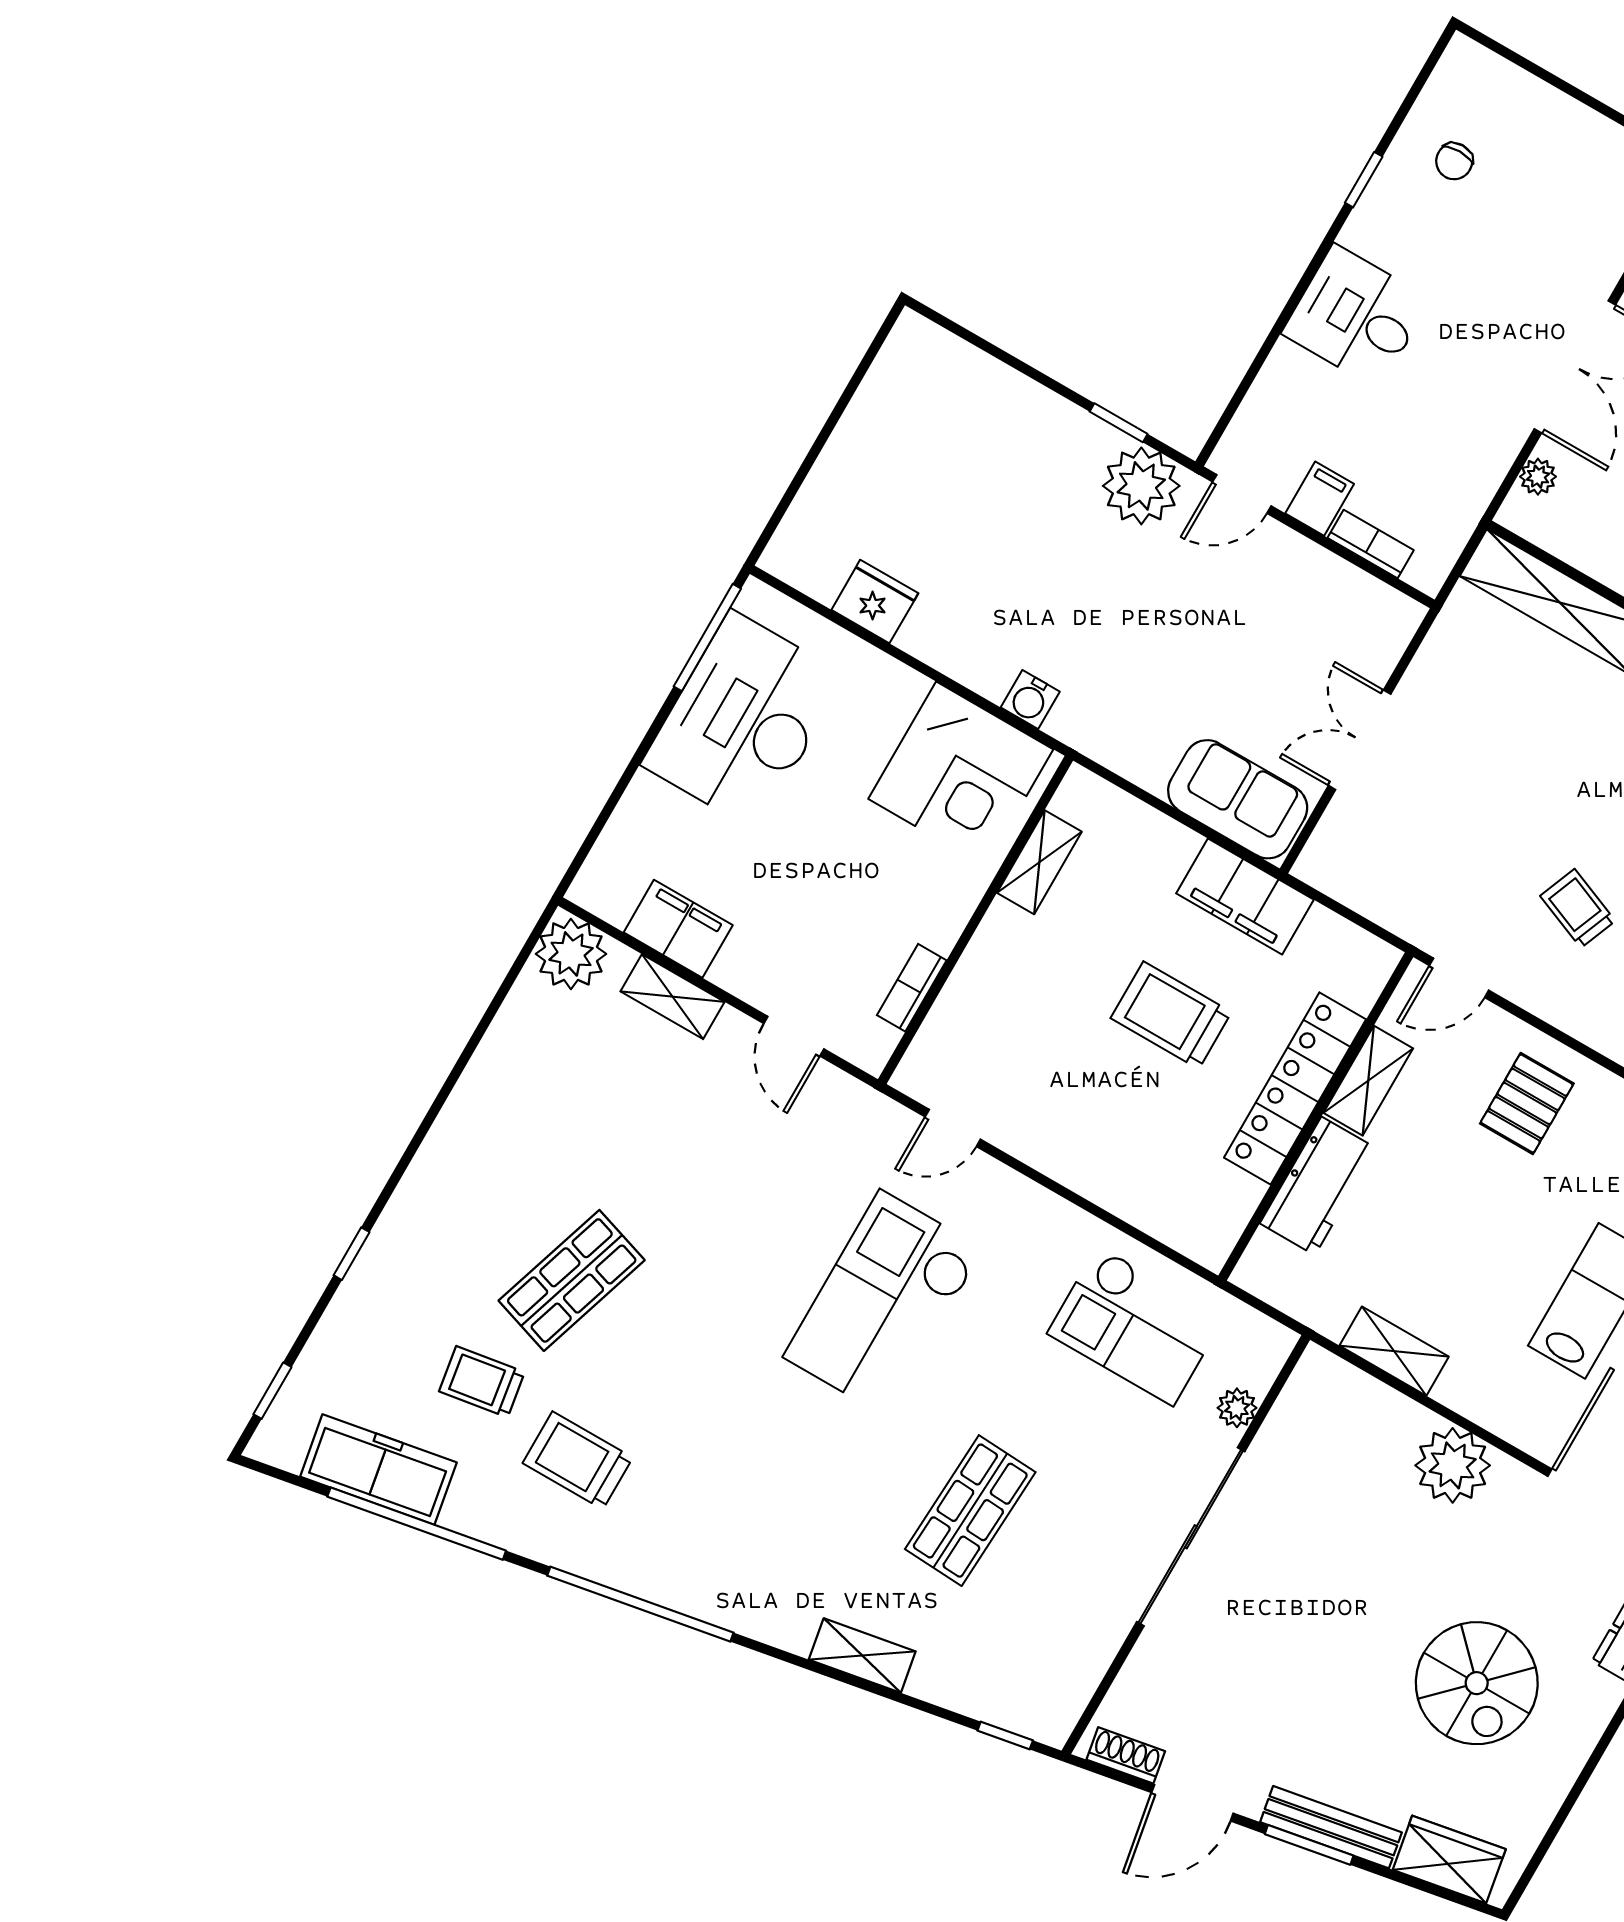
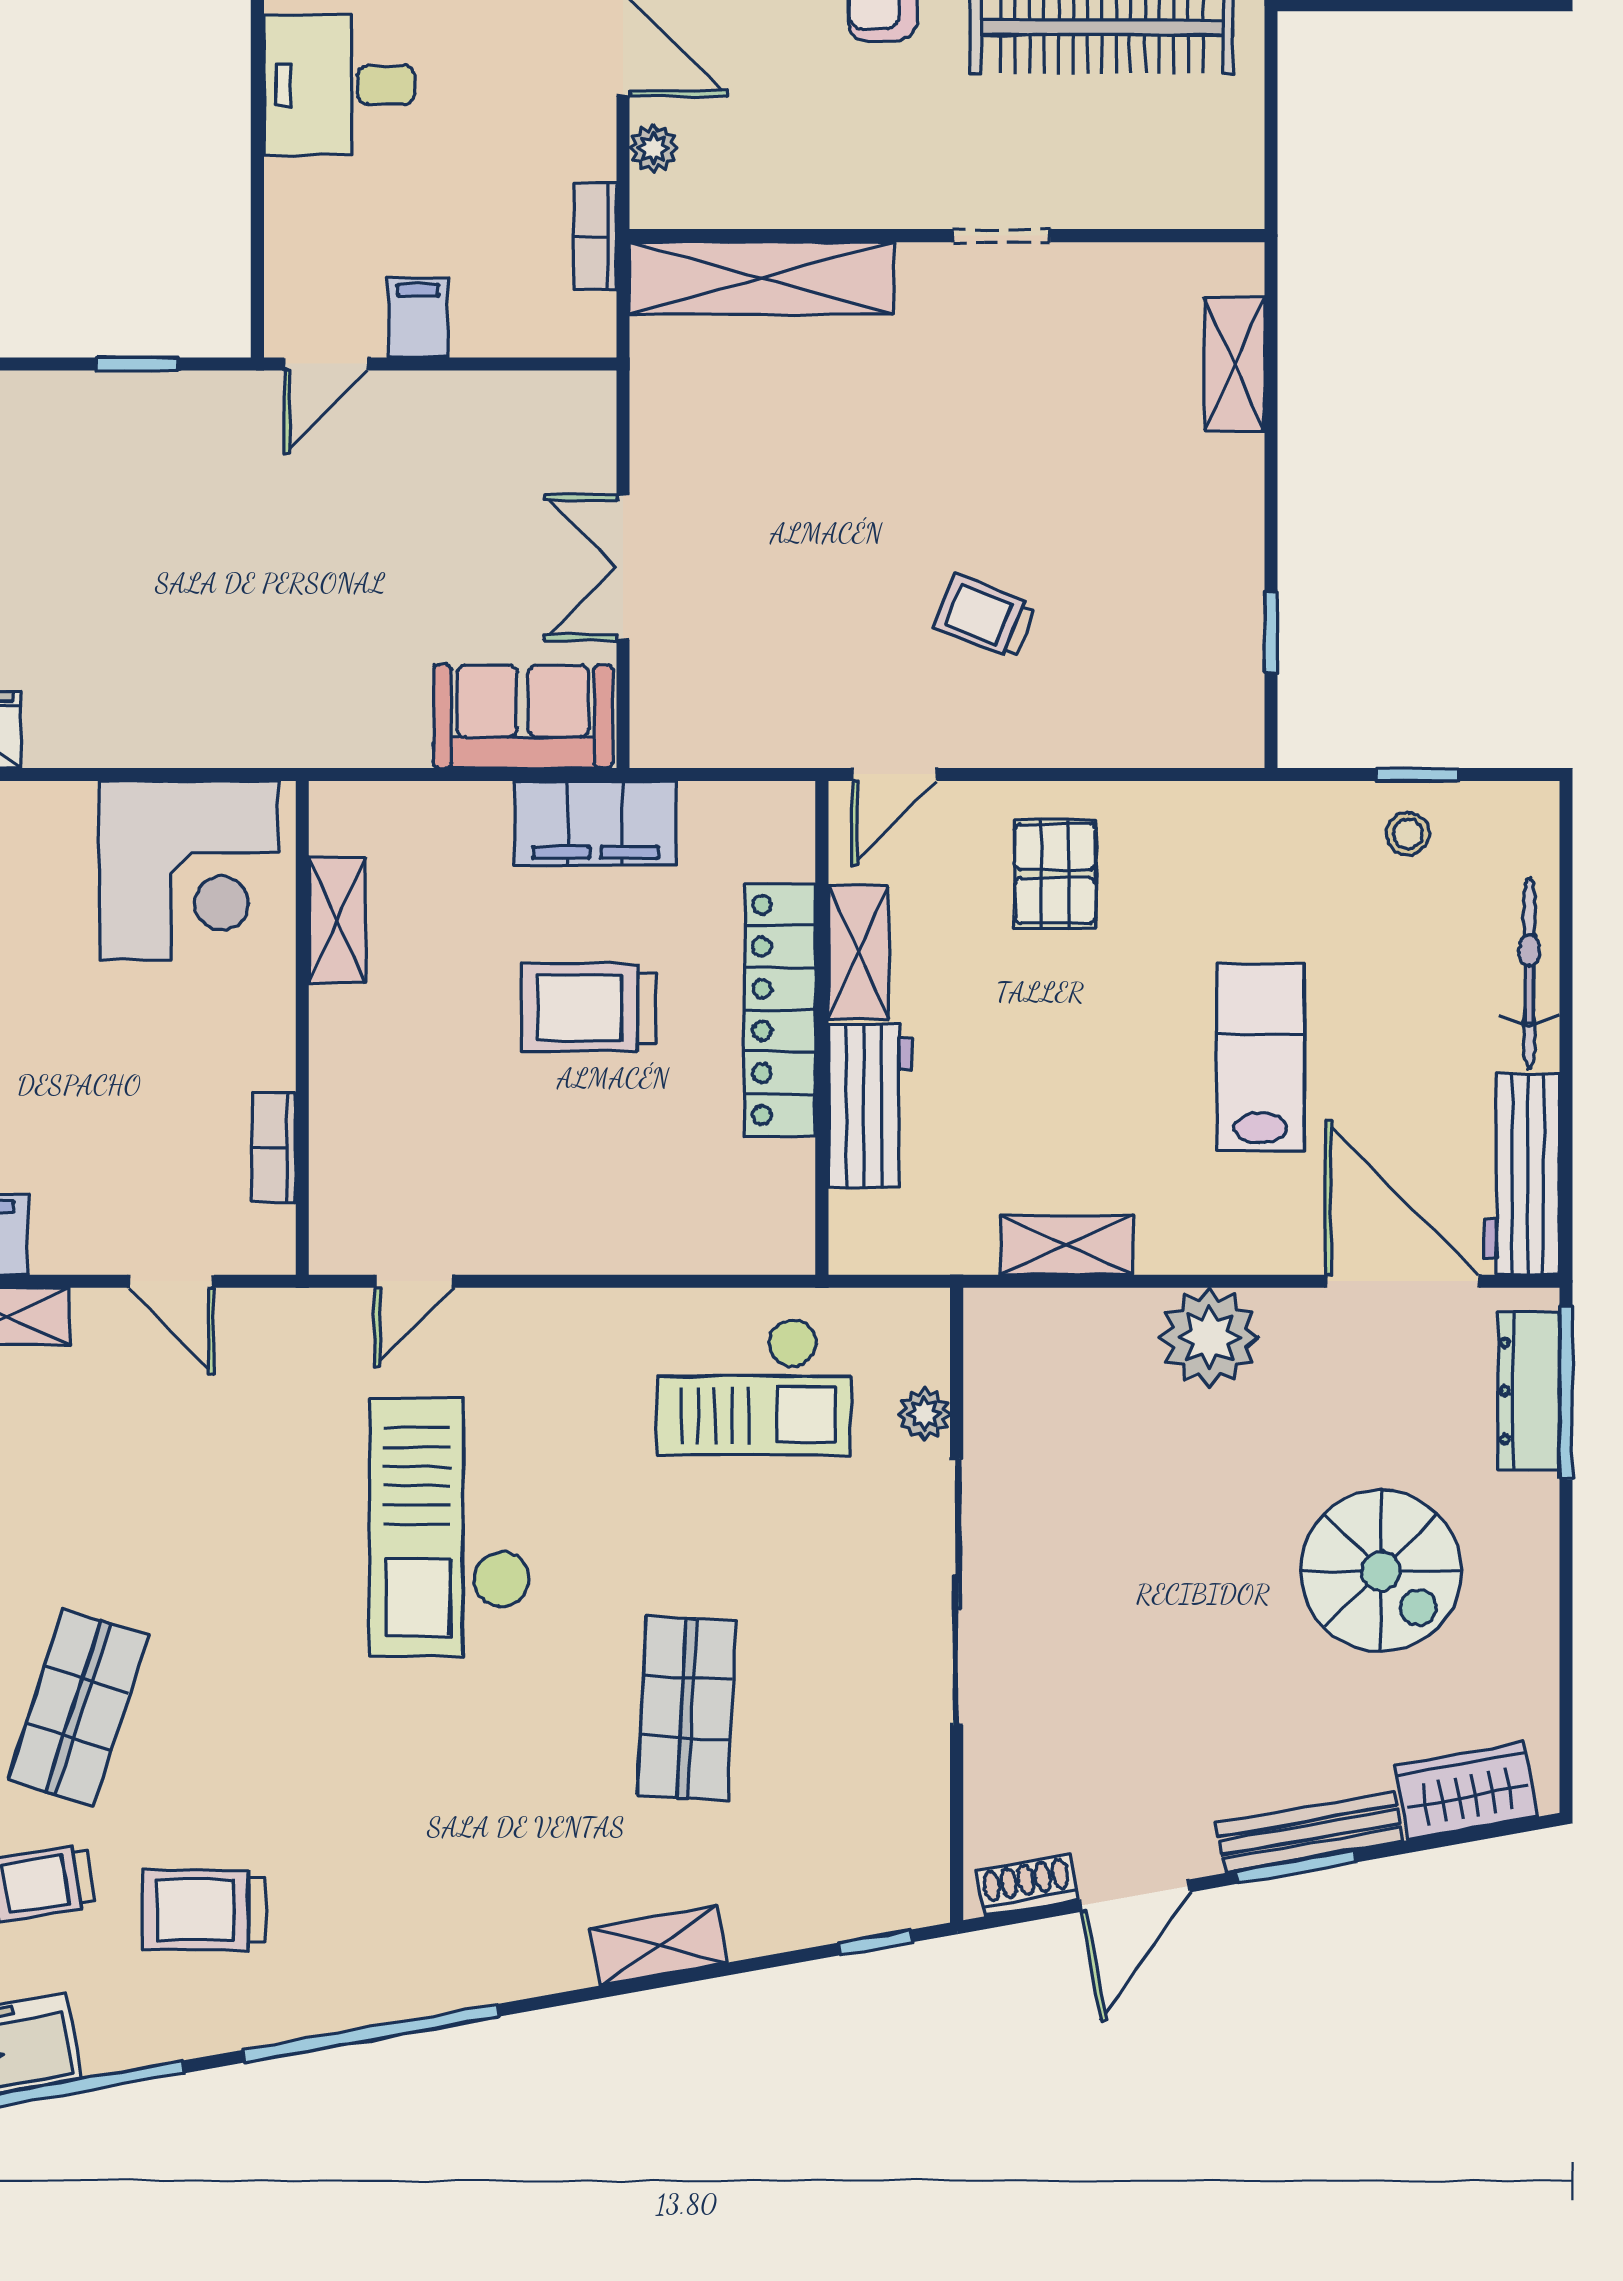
plant: (1141, 486) -> (205, 421), removed
bookcase: (1371, 544) -> (595, 237), moved, turned -90
water cooler: (1030, 700) -> (219, 739), removed

